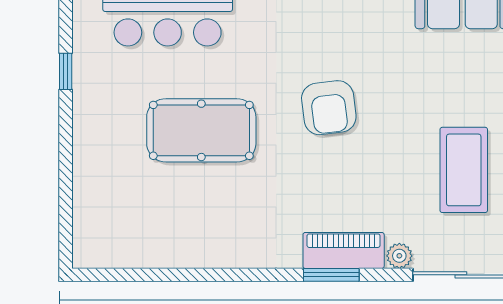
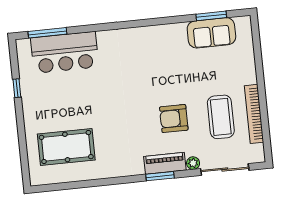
armchair: (329, 108) -> (174, 118), moved, turned 97
pool table: (201, 130) -> (66, 147), moved

